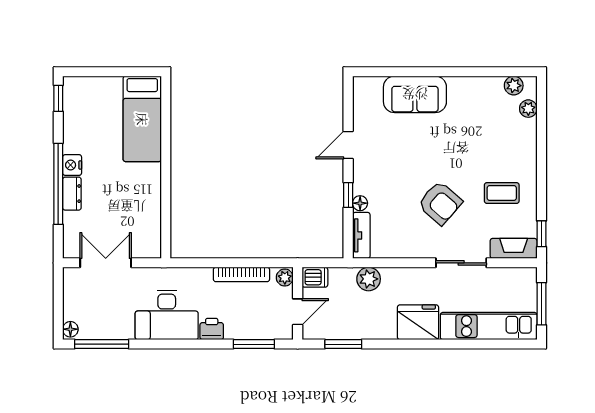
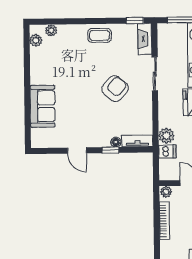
coffee table: (502, 193) -> (100, 35), moved, turned 90
dishwasher: (315, 277) -> (167, 151), moved, turned 90

